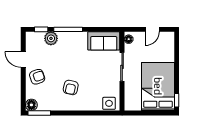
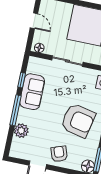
window: (41, 29) -> (22, 80), moved
sofa: (104, 41) -> (32, 92), moved
armchair: (71, 87) -> (78, 120), width x1.88, depth x1.88

